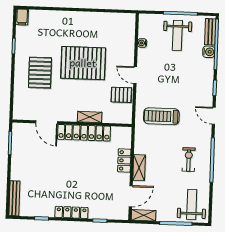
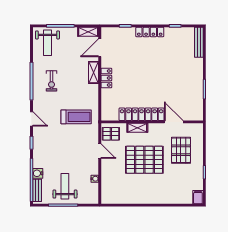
shelving: (90, 117) -> (137, 128), moved
door: (47, 122) -> (174, 122), moved
wall: (72, 123) -> (152, 122), moved
locker: (84, 133) -> (142, 114), moved

